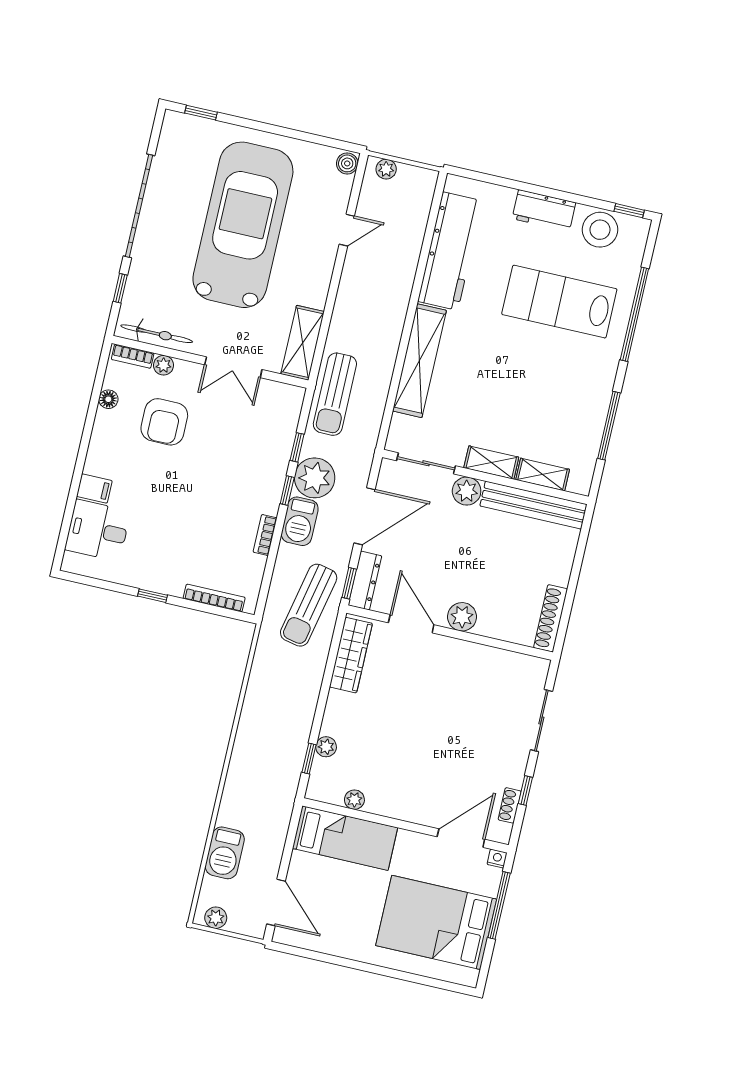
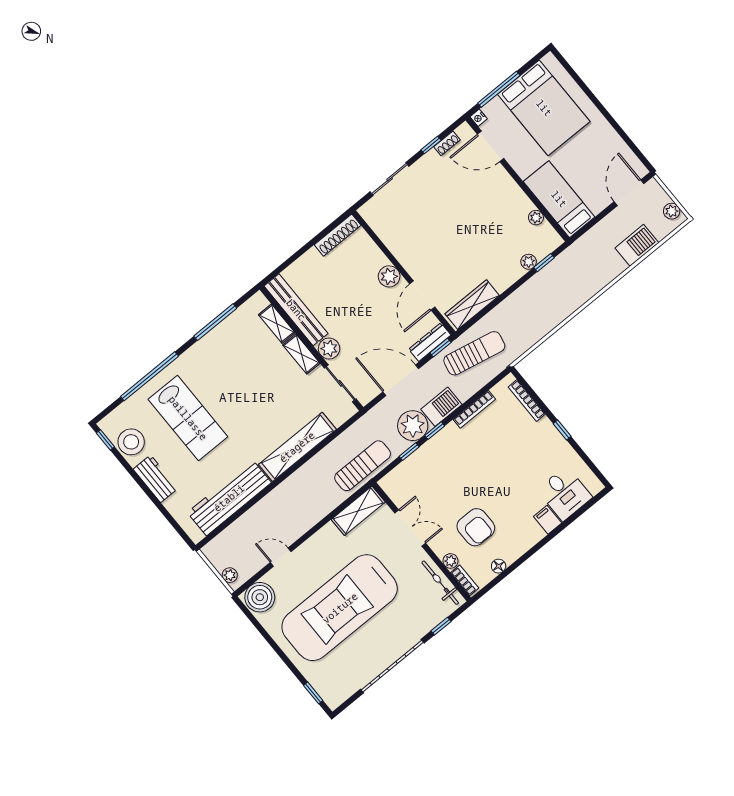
boiler: (347, 163) -> (260, 597), width x1.86, depth x1.86
armchair: (164, 422) -> (476, 527), turned 90
bookcase: (265, 535) -> (474, 409), width x1.56

